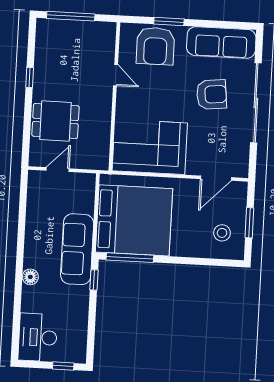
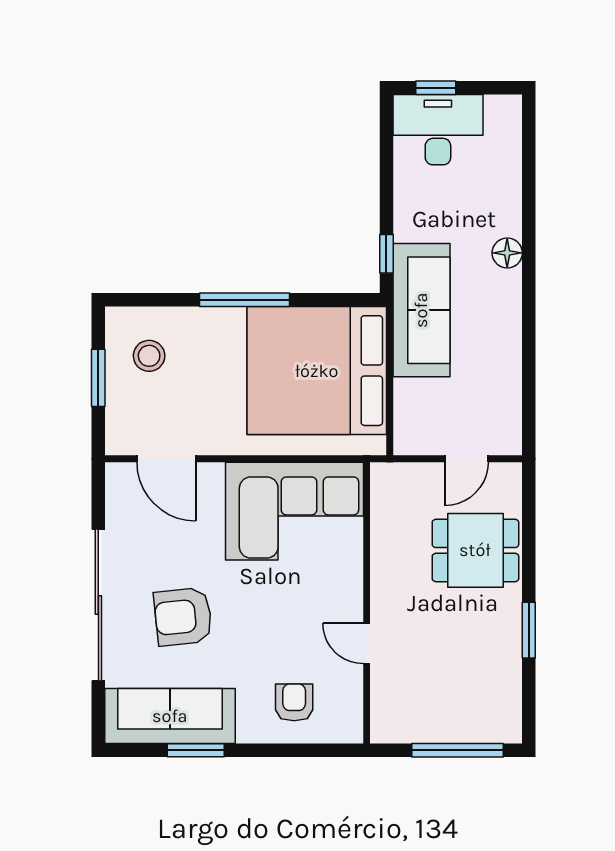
window: (169, 22) -> (196, 750), moved
armchair: (155, 46) -> (294, 702), width x0.53, depth x0.53
window: (30, 77) -> (529, 630), width x1.50
door: (216, 178) -> (166, 459), swing flipped
window: (130, 258) -> (245, 300), moved
desk: (38, 337) -> (438, 130), moved, turned -90

